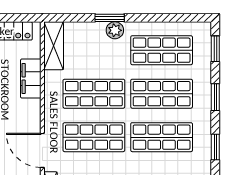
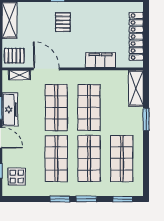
plant: (115, 30) -> (137, 123), removed
shelving: (54, 46) -> (136, 88), moved, turned 90
window: (215, 147) -> (60, 199), moved
door: (42, 150) -> (46, 69), hinge flipped

